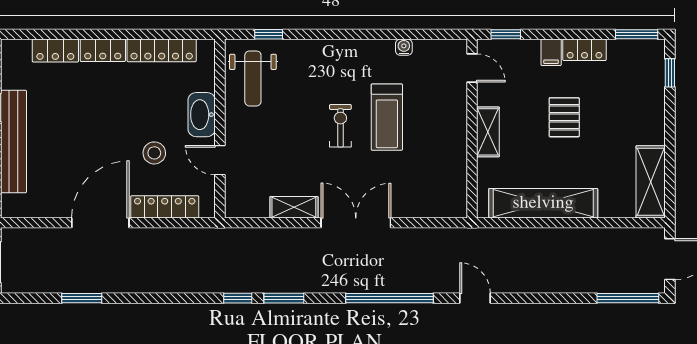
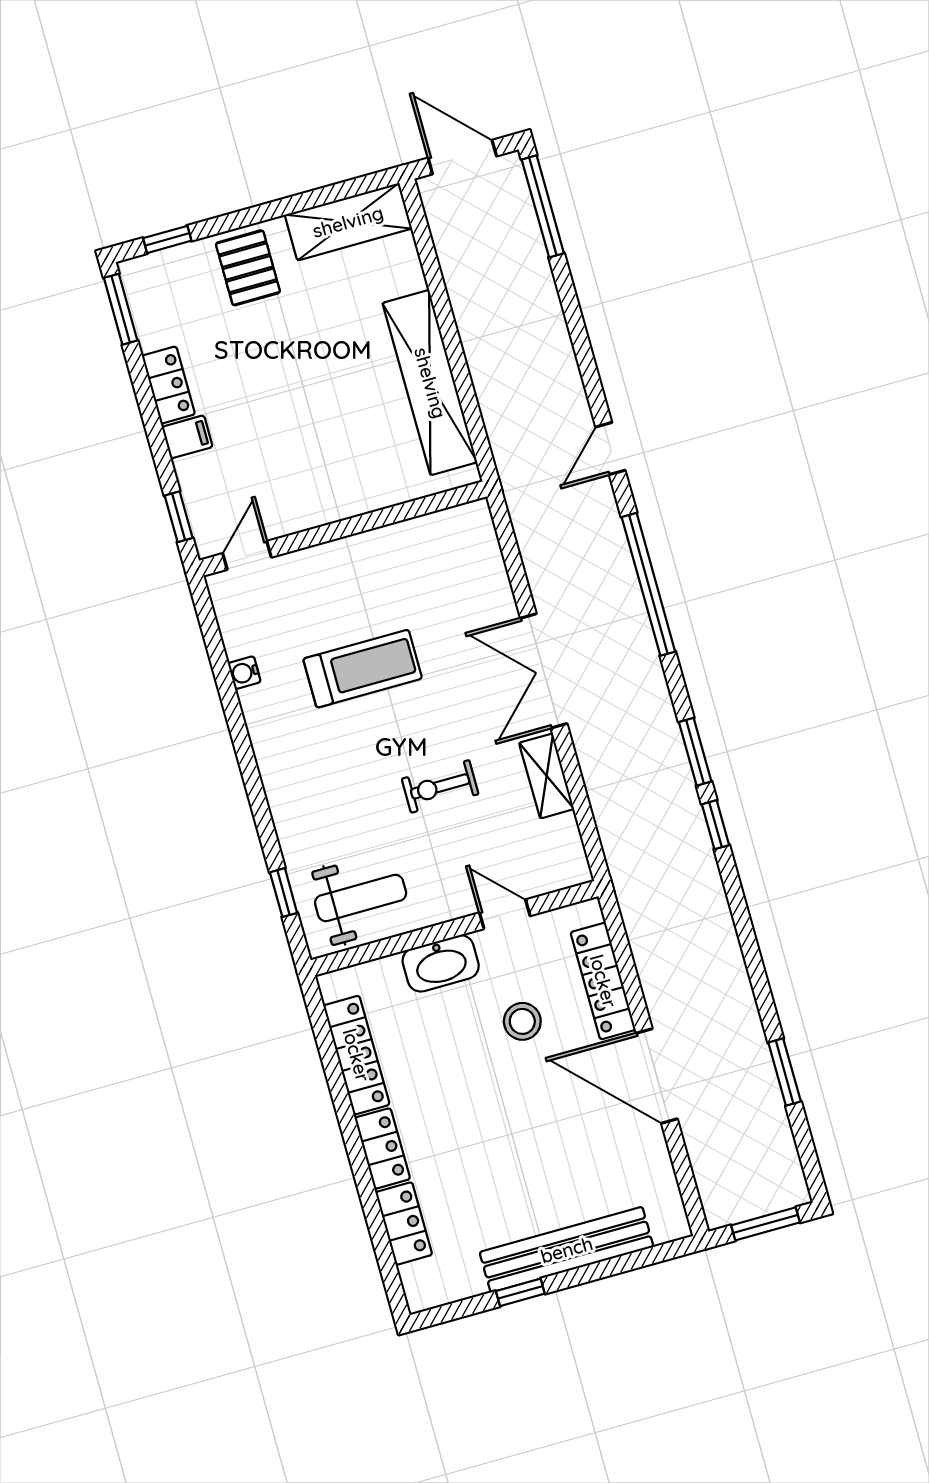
pallet: (564, 117) -> (248, 268), moved, turned 90
exercise bike: (340, 126) -> (440, 786), moved
shelving: (488, 132) -> (341, 502), removed
door: (220, 160) -> (505, 914), swing flipped

